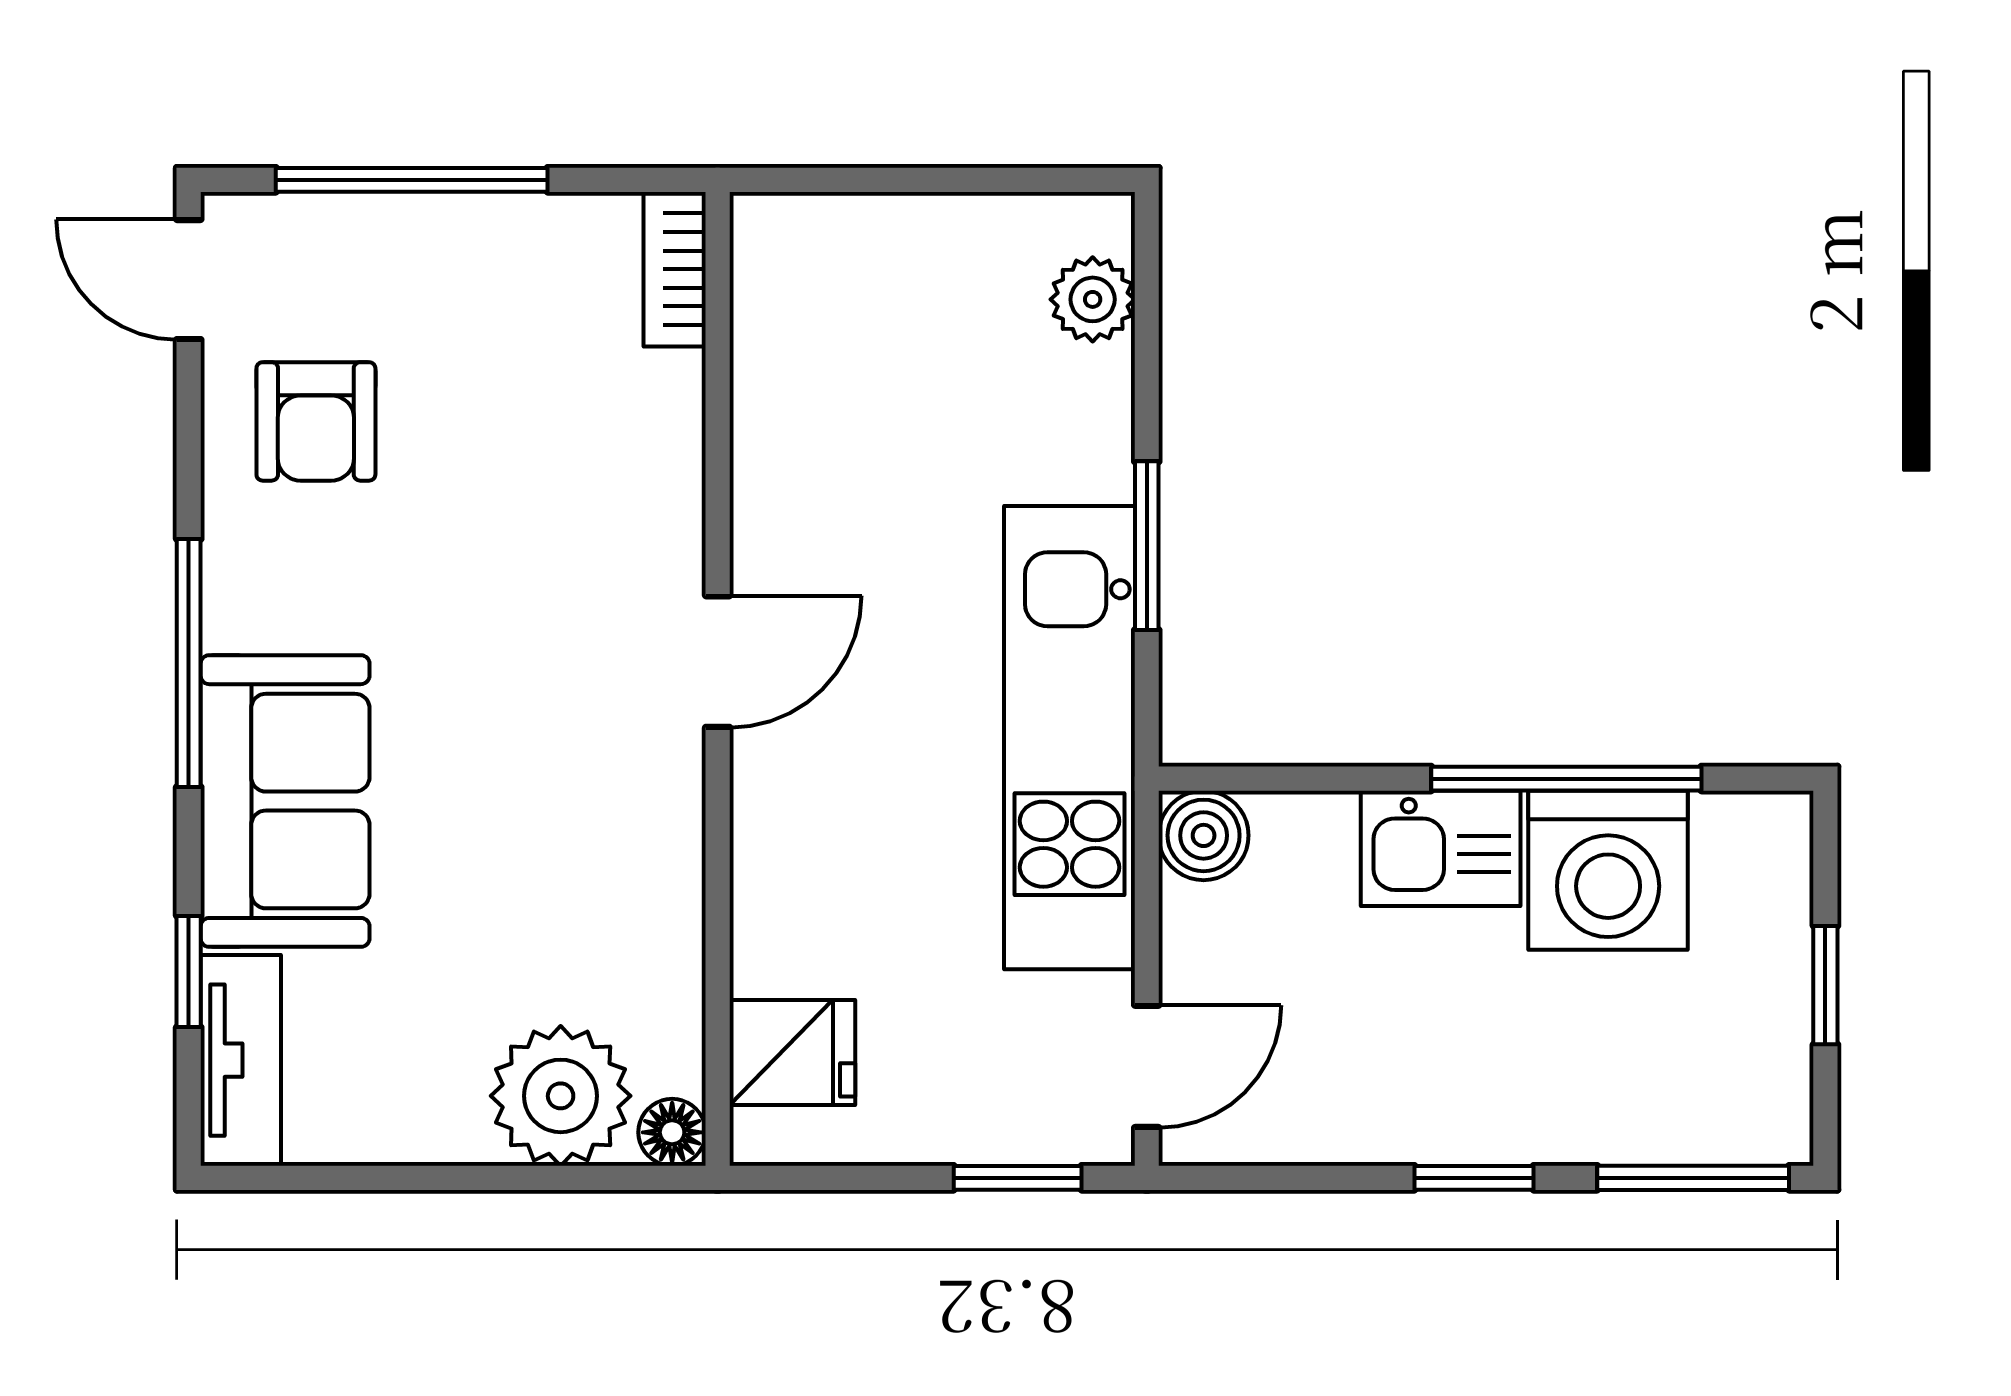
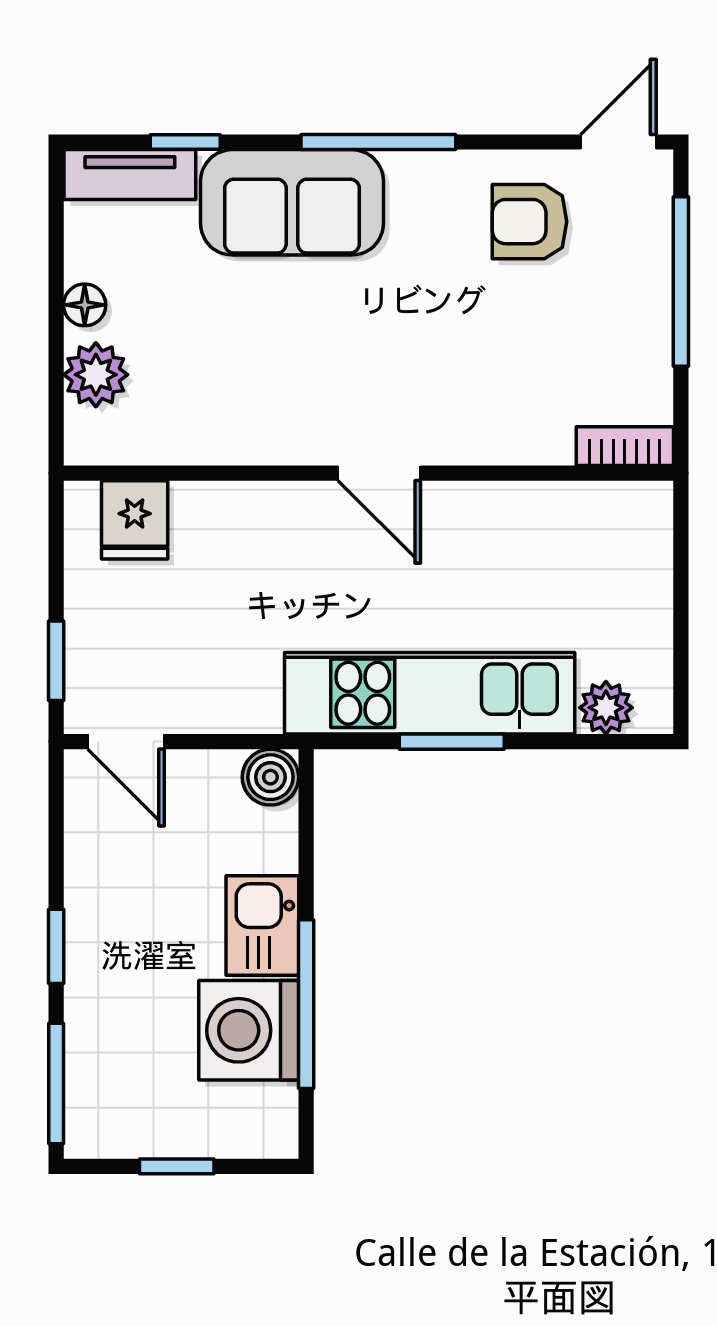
kitchen unit: (1069, 738) -> (430, 693), moved
plant: (561, 1096) -> (96, 375), width x0.73, depth x0.73
floor lamp: (672, 1132) -> (85, 305), moved

